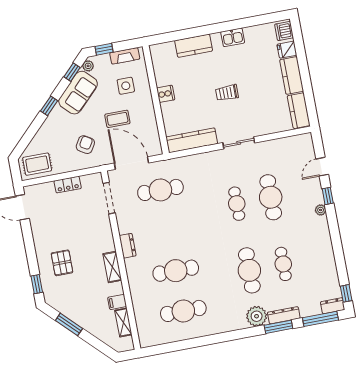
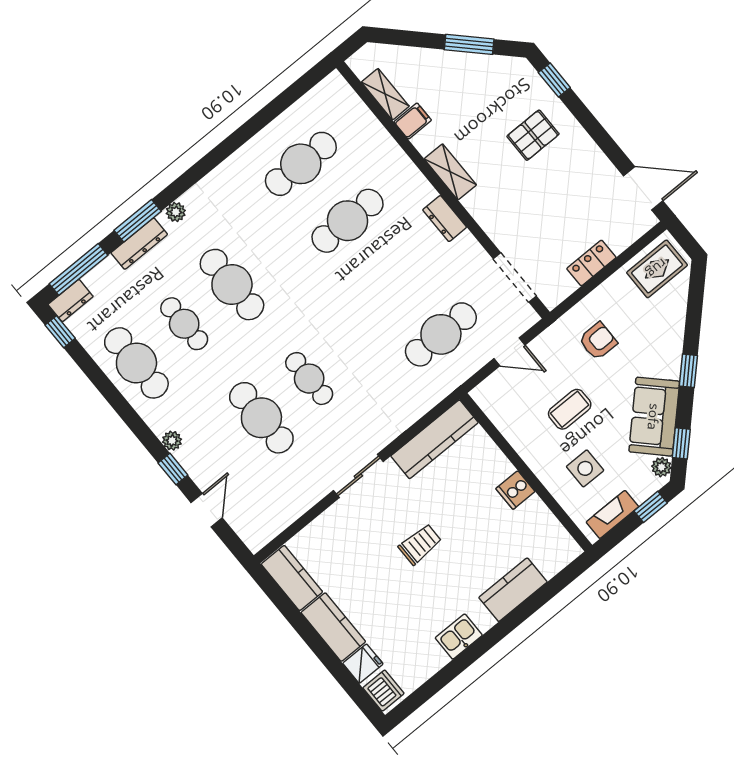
armchair: (85, 145) -> (598, 341), turned -121
door: (131, 163) -> (510, 352), width x0.53
cafe table: (317, 258) -> (136, 363), added
pallet: (62, 263) -> (533, 135), turned 90
plant: (257, 316) -> (176, 212), width x0.53, depth x0.53

